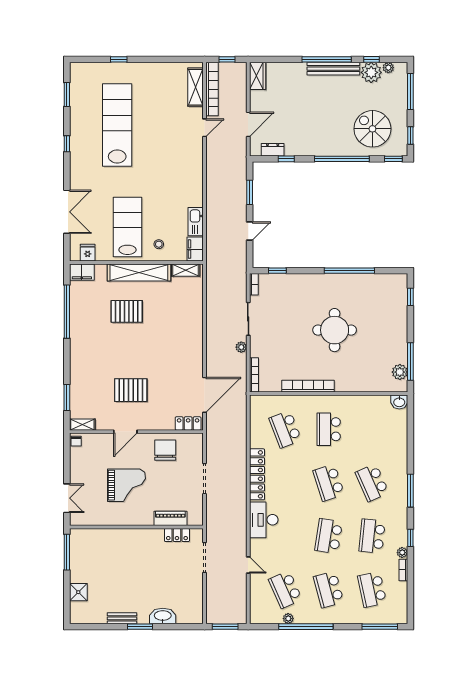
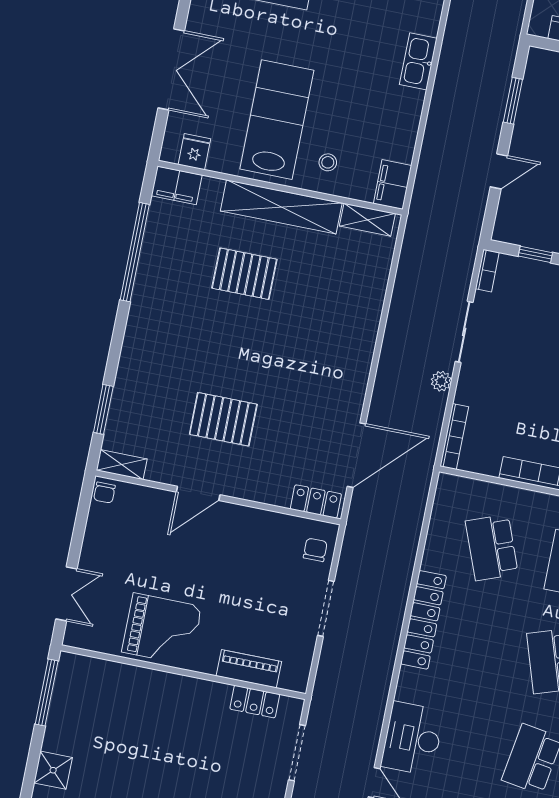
kitchen sink: (196, 222) -> (418, 61), moved
chair: (165, 450) -> (315, 550), moved, width x0.54, depth x0.54
grand piano: (126, 485) -> (162, 629), moved
desk: (264, 520) -> (412, 739), moved

